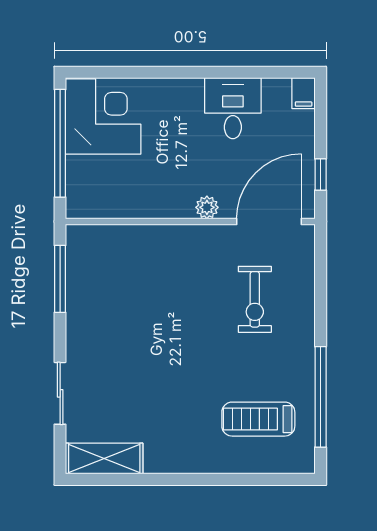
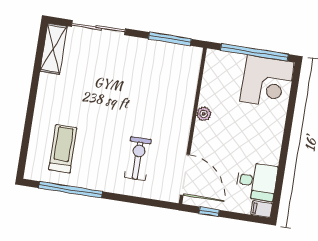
desk: (233, 108) -> (256, 181), moved
plant: (207, 207) -> (204, 114), moved
exercise bike: (255, 299) -> (138, 158), turned 90
sliding door: (60, 393) -> (99, 28), width x1.37

